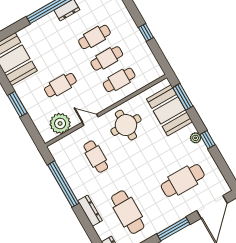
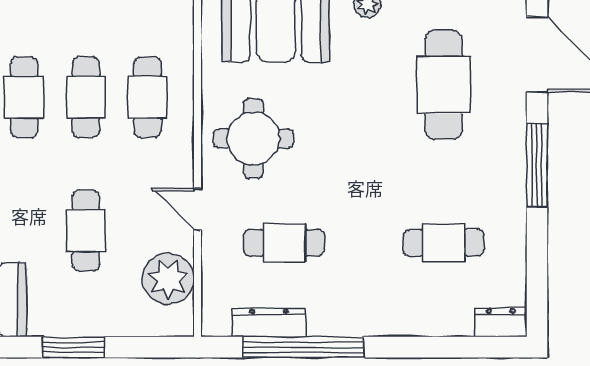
door: (90, 120) -> (198, 209), hinge flipped
dresser: (90, 211) -> (269, 323), moved
cafe table: (128, 212) -> (444, 243), width x0.73, depth x0.74

